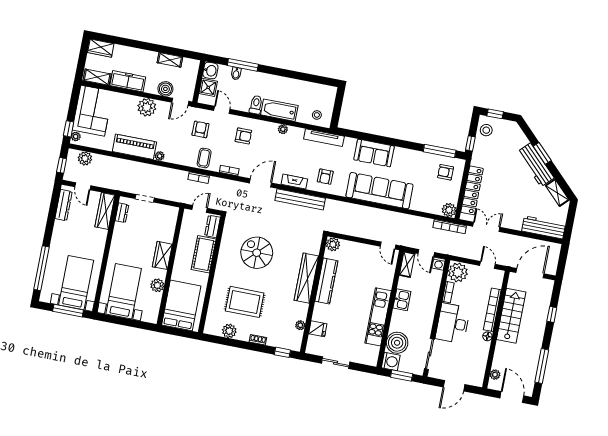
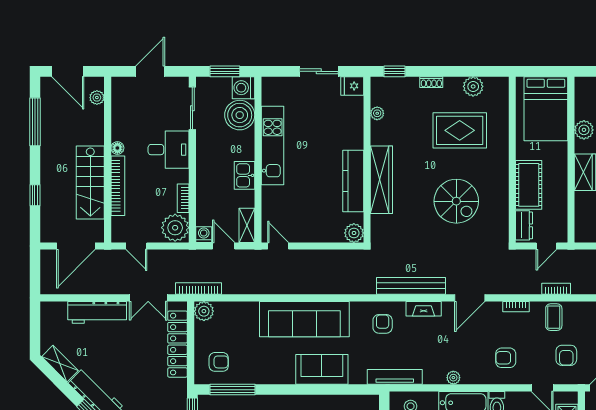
workbench: (544, 227) -> (97, 312), moved
desk: (453, 323) -> (169, 150), width x0.73
fridge: (318, 329) -> (352, 86), moved

